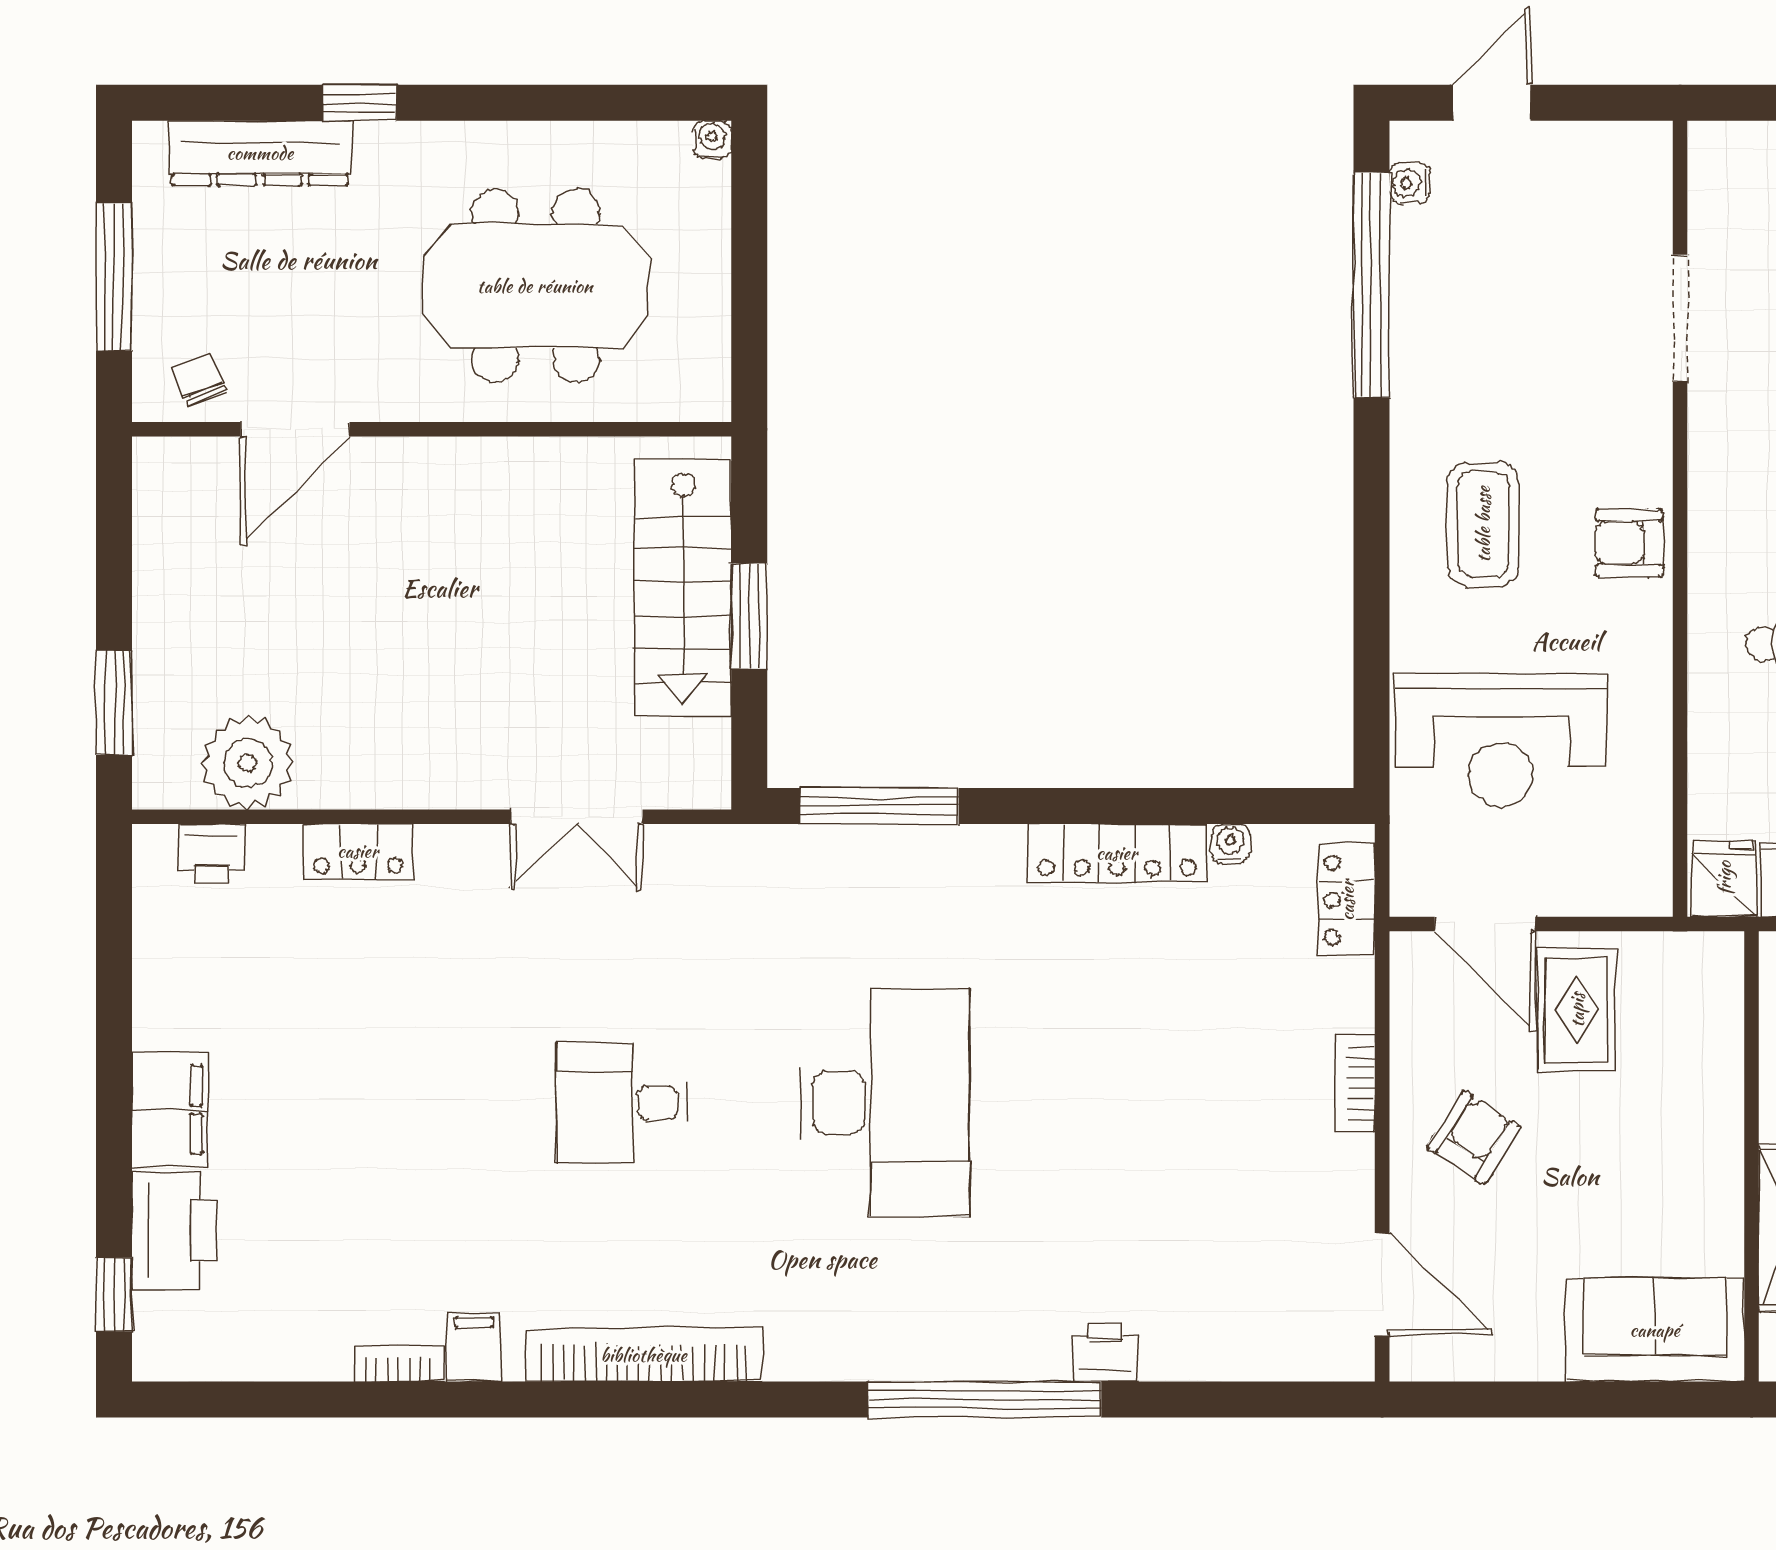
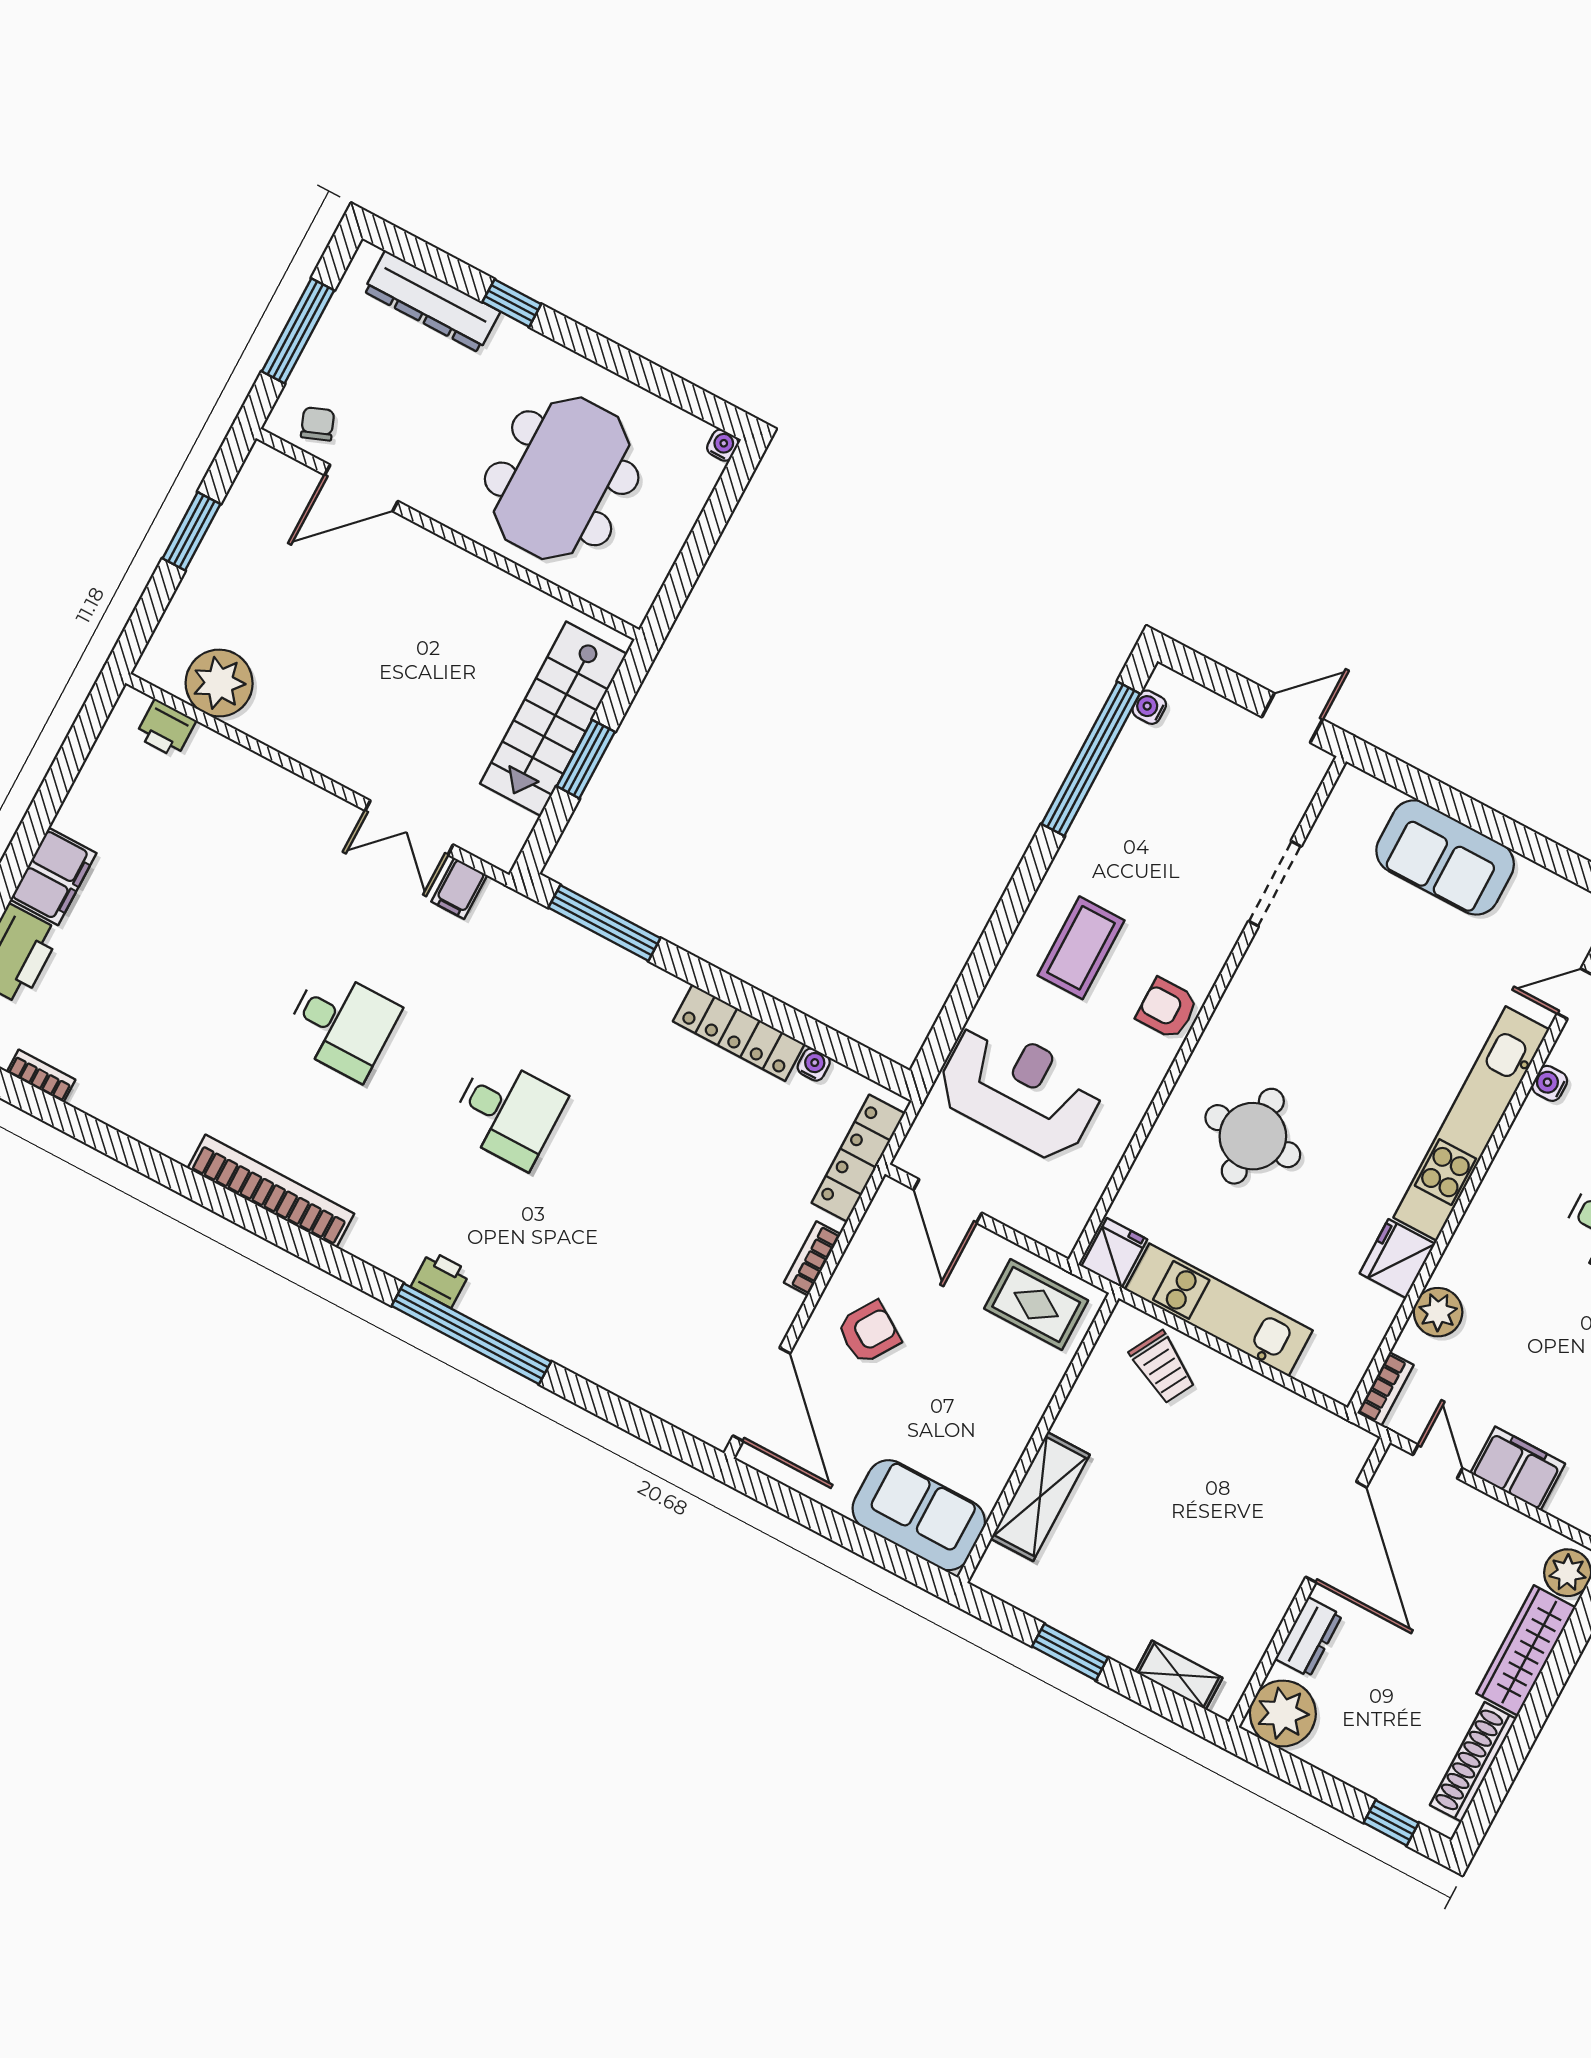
door: (1492, 103) -> (1292, 718), moved
meeting table: (535, 286) -> (562, 478), turned 90
window: (114, 703) -> (191, 531), moved
reception desk: (1501, 740) -> (1020, 1090), turned 180
locker: (358, 851) -> (259, 776), removed
locker: (1347, 900) -> (858, 1158), width x1.53
rug: (1577, 1010) -> (1036, 1305), moved, turned 90
desk: (622, 1103) -> (342, 1024), turned 180
desk: (885, 1103) -> (508, 1112), width x0.53, depth x0.77
door: (1382, 1284) -> (761, 1394), width x1.36
filing cabinet: (474, 1347) -> (459, 888), moved, turned 180
printer: (1106, 1352) -> (441, 1279), moved
bookcase: (398, 1364) -> (41, 1076), moved

